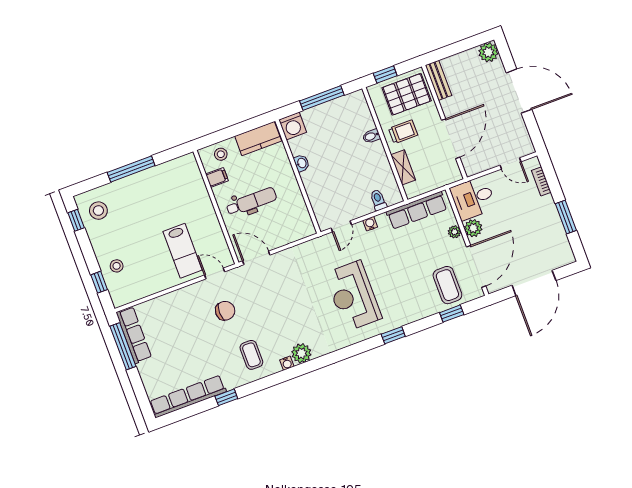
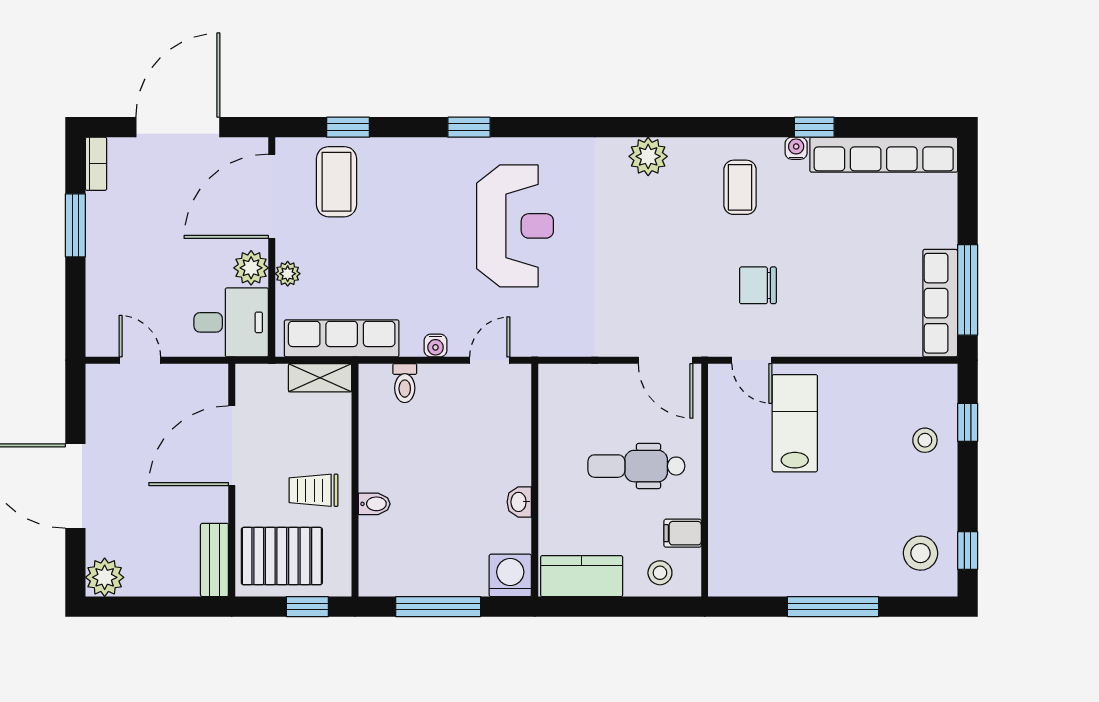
shelving: (403, 167) -> (320, 378), moved, turned 90
bookcase: (541, 181) -> (96, 164), moved
water cooler: (287, 363) -> (796, 148), moved

